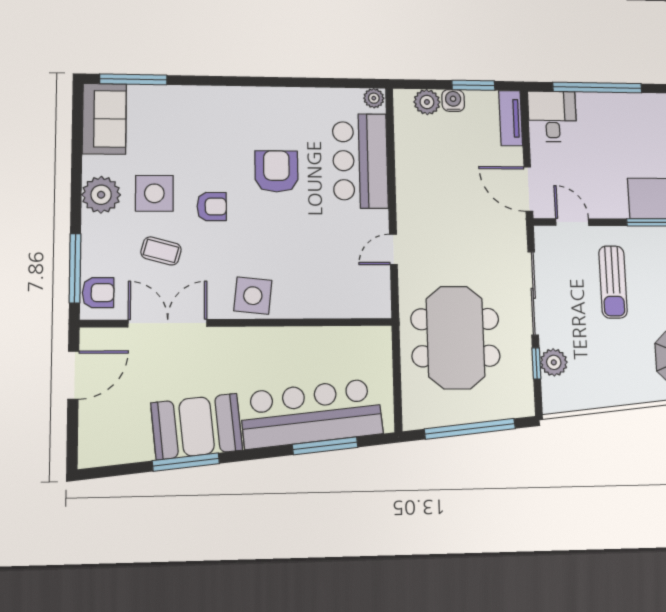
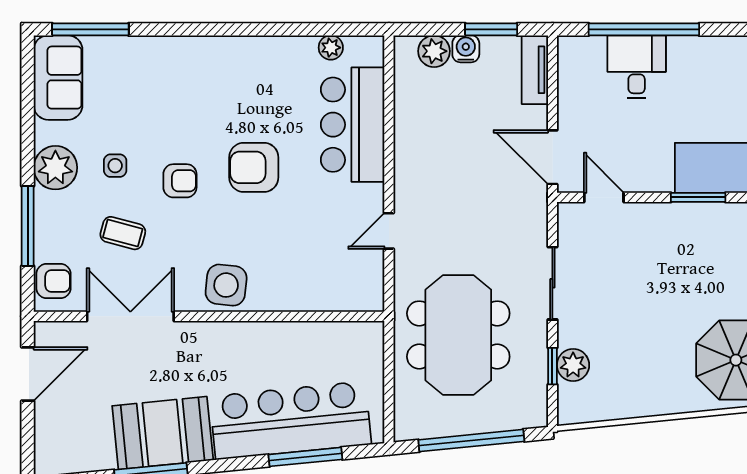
plant: (374, 98) -> (331, 48), moved
desk: (552, 116) -> (637, 67), moved
armchair: (276, 171) -> (254, 167), moved, turned -90
side table: (154, 193) -> (115, 166), width x0.54, depth x0.54
window: (75, 268) -> (28, 226), moved
sun lounger: (613, 282) -> (650, 270), removed
sliding door: (533, 293) -> (552, 283), width x0.73

